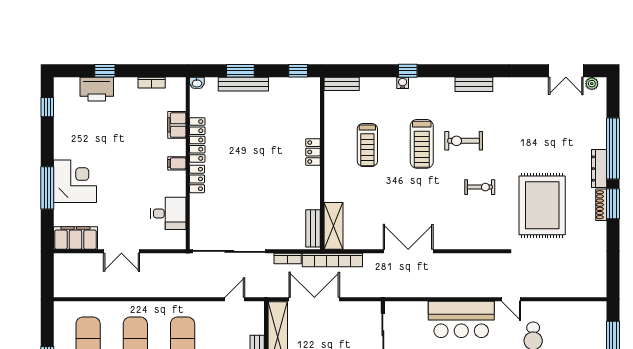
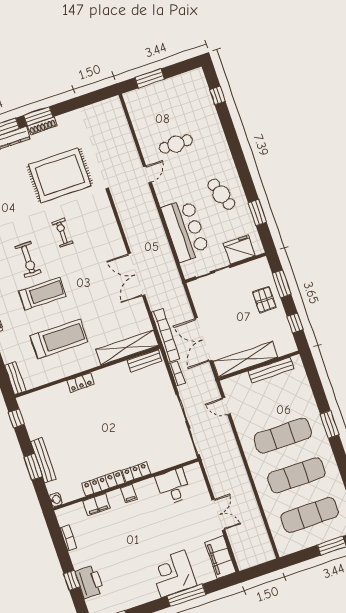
treadmill: (367, 145) -> (59, 339), width x1.37, depth x1.37
shelving: (333, 226) -> (127, 347), width x1.47
bar counter: (461, 319) -> (185, 230), moved

